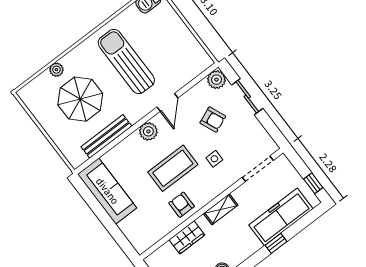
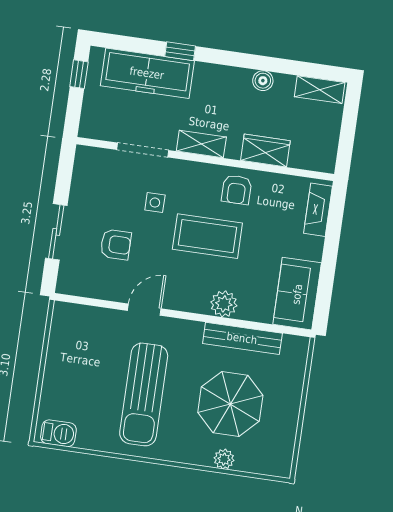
plant: (216, 80) -> (70, 282), removed
armchair: (213, 120) -> (116, 244), turned 113
plant: (148, 131) -> (224, 304), moved
doorway: (258, 169) -> (143, 150), moved
sofa: (107, 191) -> (297, 294), width x0.73
fireplace: (133, 235) -> (318, 210), added

